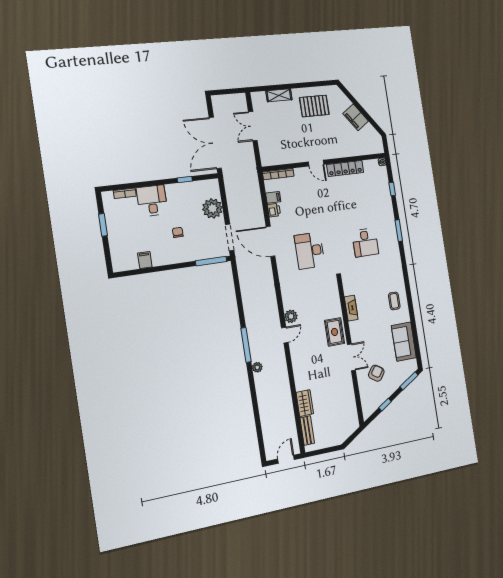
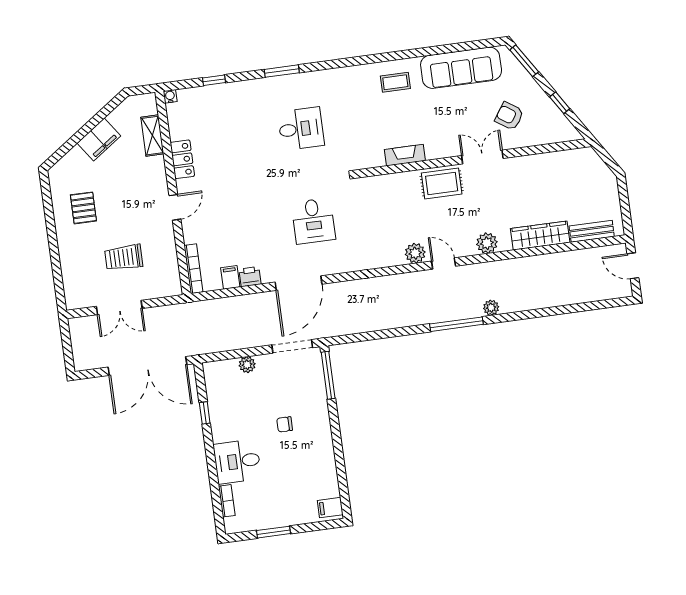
shelving: (279, 95) -> (152, 136), moved
pallet: (314, 106) -> (83, 208), width x0.67, depth x0.71
trolley: (284, 130) -> (124, 258), added
locker: (345, 168) -> (182, 159), width x0.66
plant: (212, 208) -> (247, 365), width x0.53, depth x0.53
desk: (310, 251) -> (313, 221), width x0.73
filing cabinet: (145, 260) -> (330, 508), moved
sofa: (404, 342) -> (461, 68), width x1.36
plant: (298, 363) -> (487, 243), added
wardrobe: (305, 403) -> (540, 235), width x1.50

